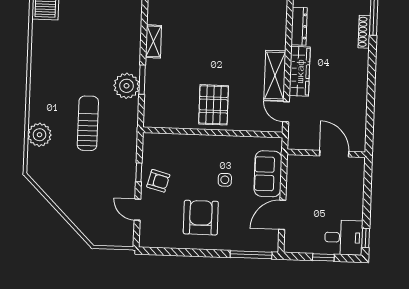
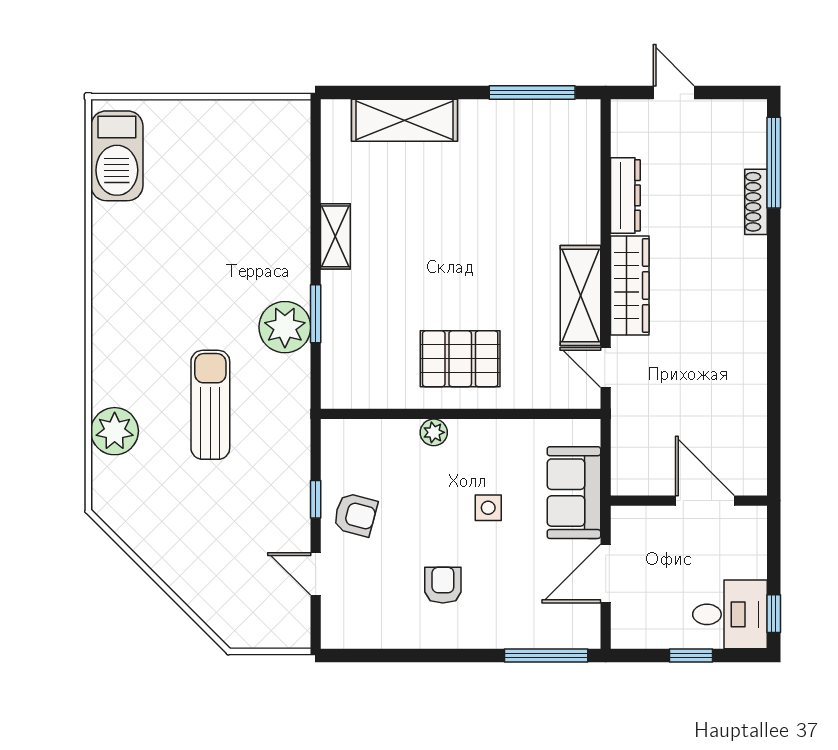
pallet: (214, 105) -> (460, 359), turned 90
plant: (199, 141) -> (434, 432), added
wall: (326, 153) -> (689, 501), moved
door: (334, 154) -> (705, 501), moved
armchair: (201, 218) -> (443, 585), width x0.53, depth x0.53

